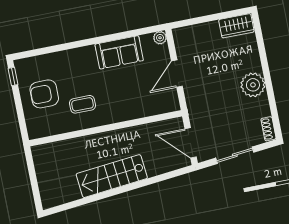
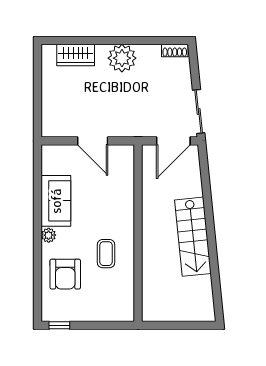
wardrobe: (236, 26) -> (76, 55), moved, turned 90
plant: (160, 38) -> (49, 235), moved
armchair: (44, 94) -> (65, 274), moved
sliding door: (235, 155) -> (199, 111), moved

